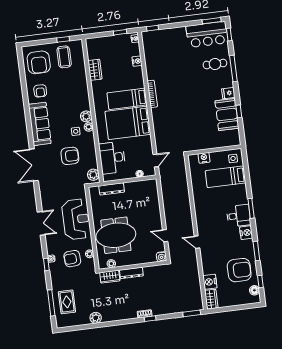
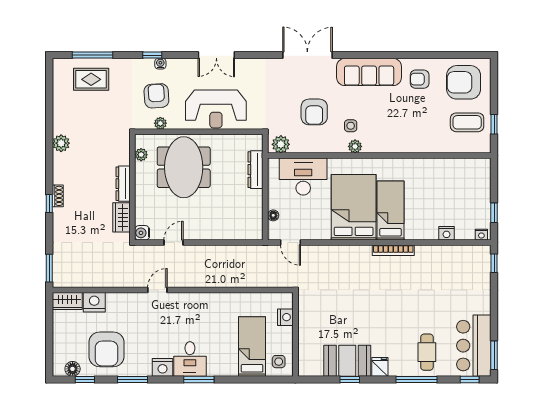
wardrobe: (95, 70) -> (441, 167), removed
plant: (86, 116) -> (372, 145), removed
wardrobe: (110, 277) -> (121, 217), moved
plant: (96, 318) -> (61, 143), moved

